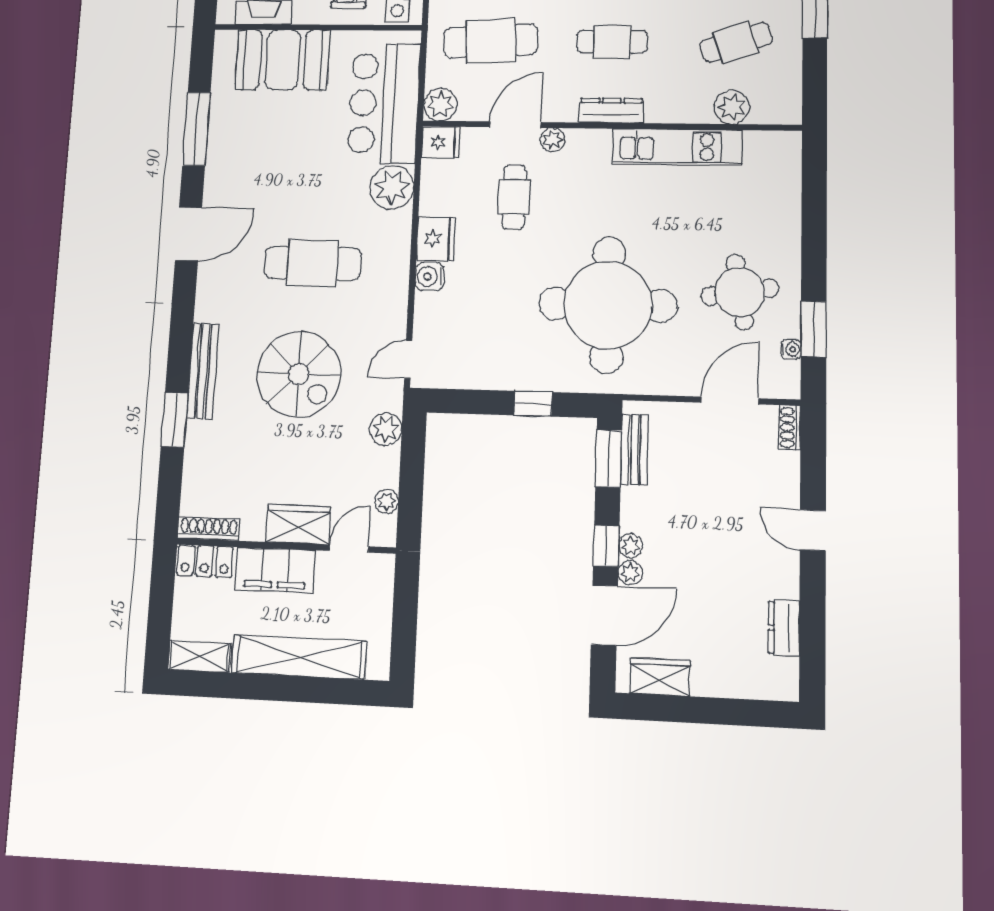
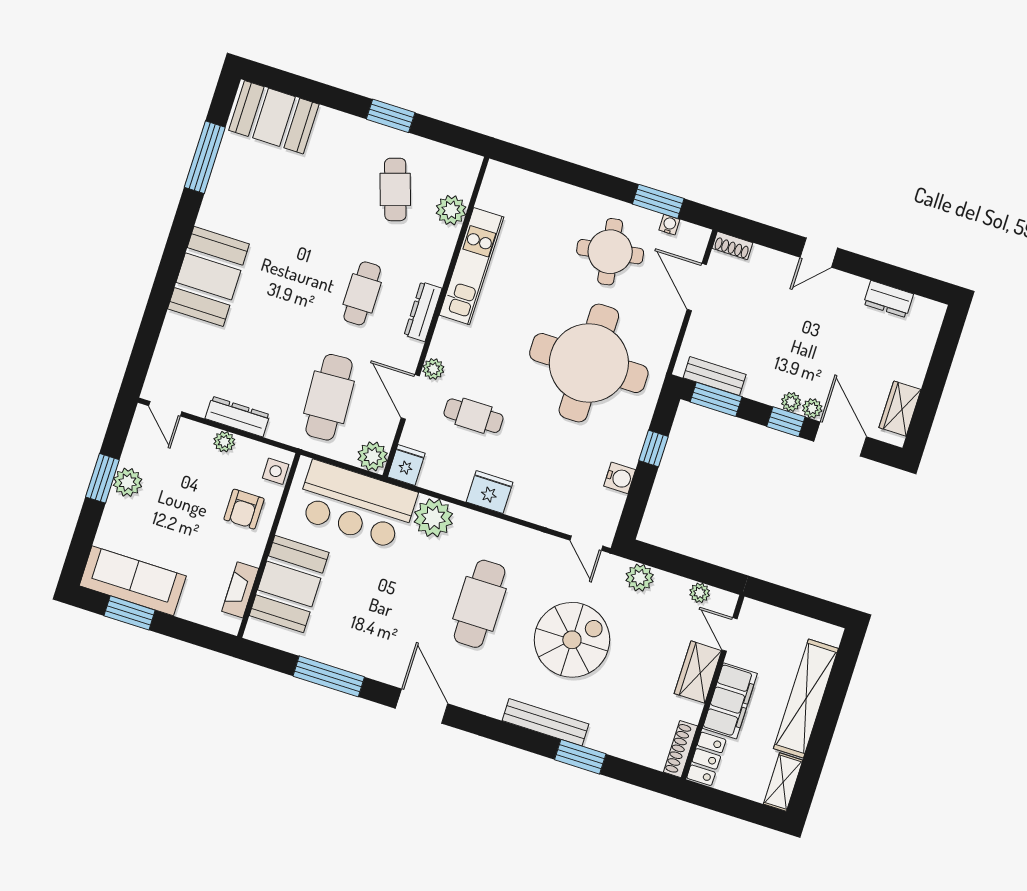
water cooler: (430, 277) -> (620, 478), moved, turned -90

